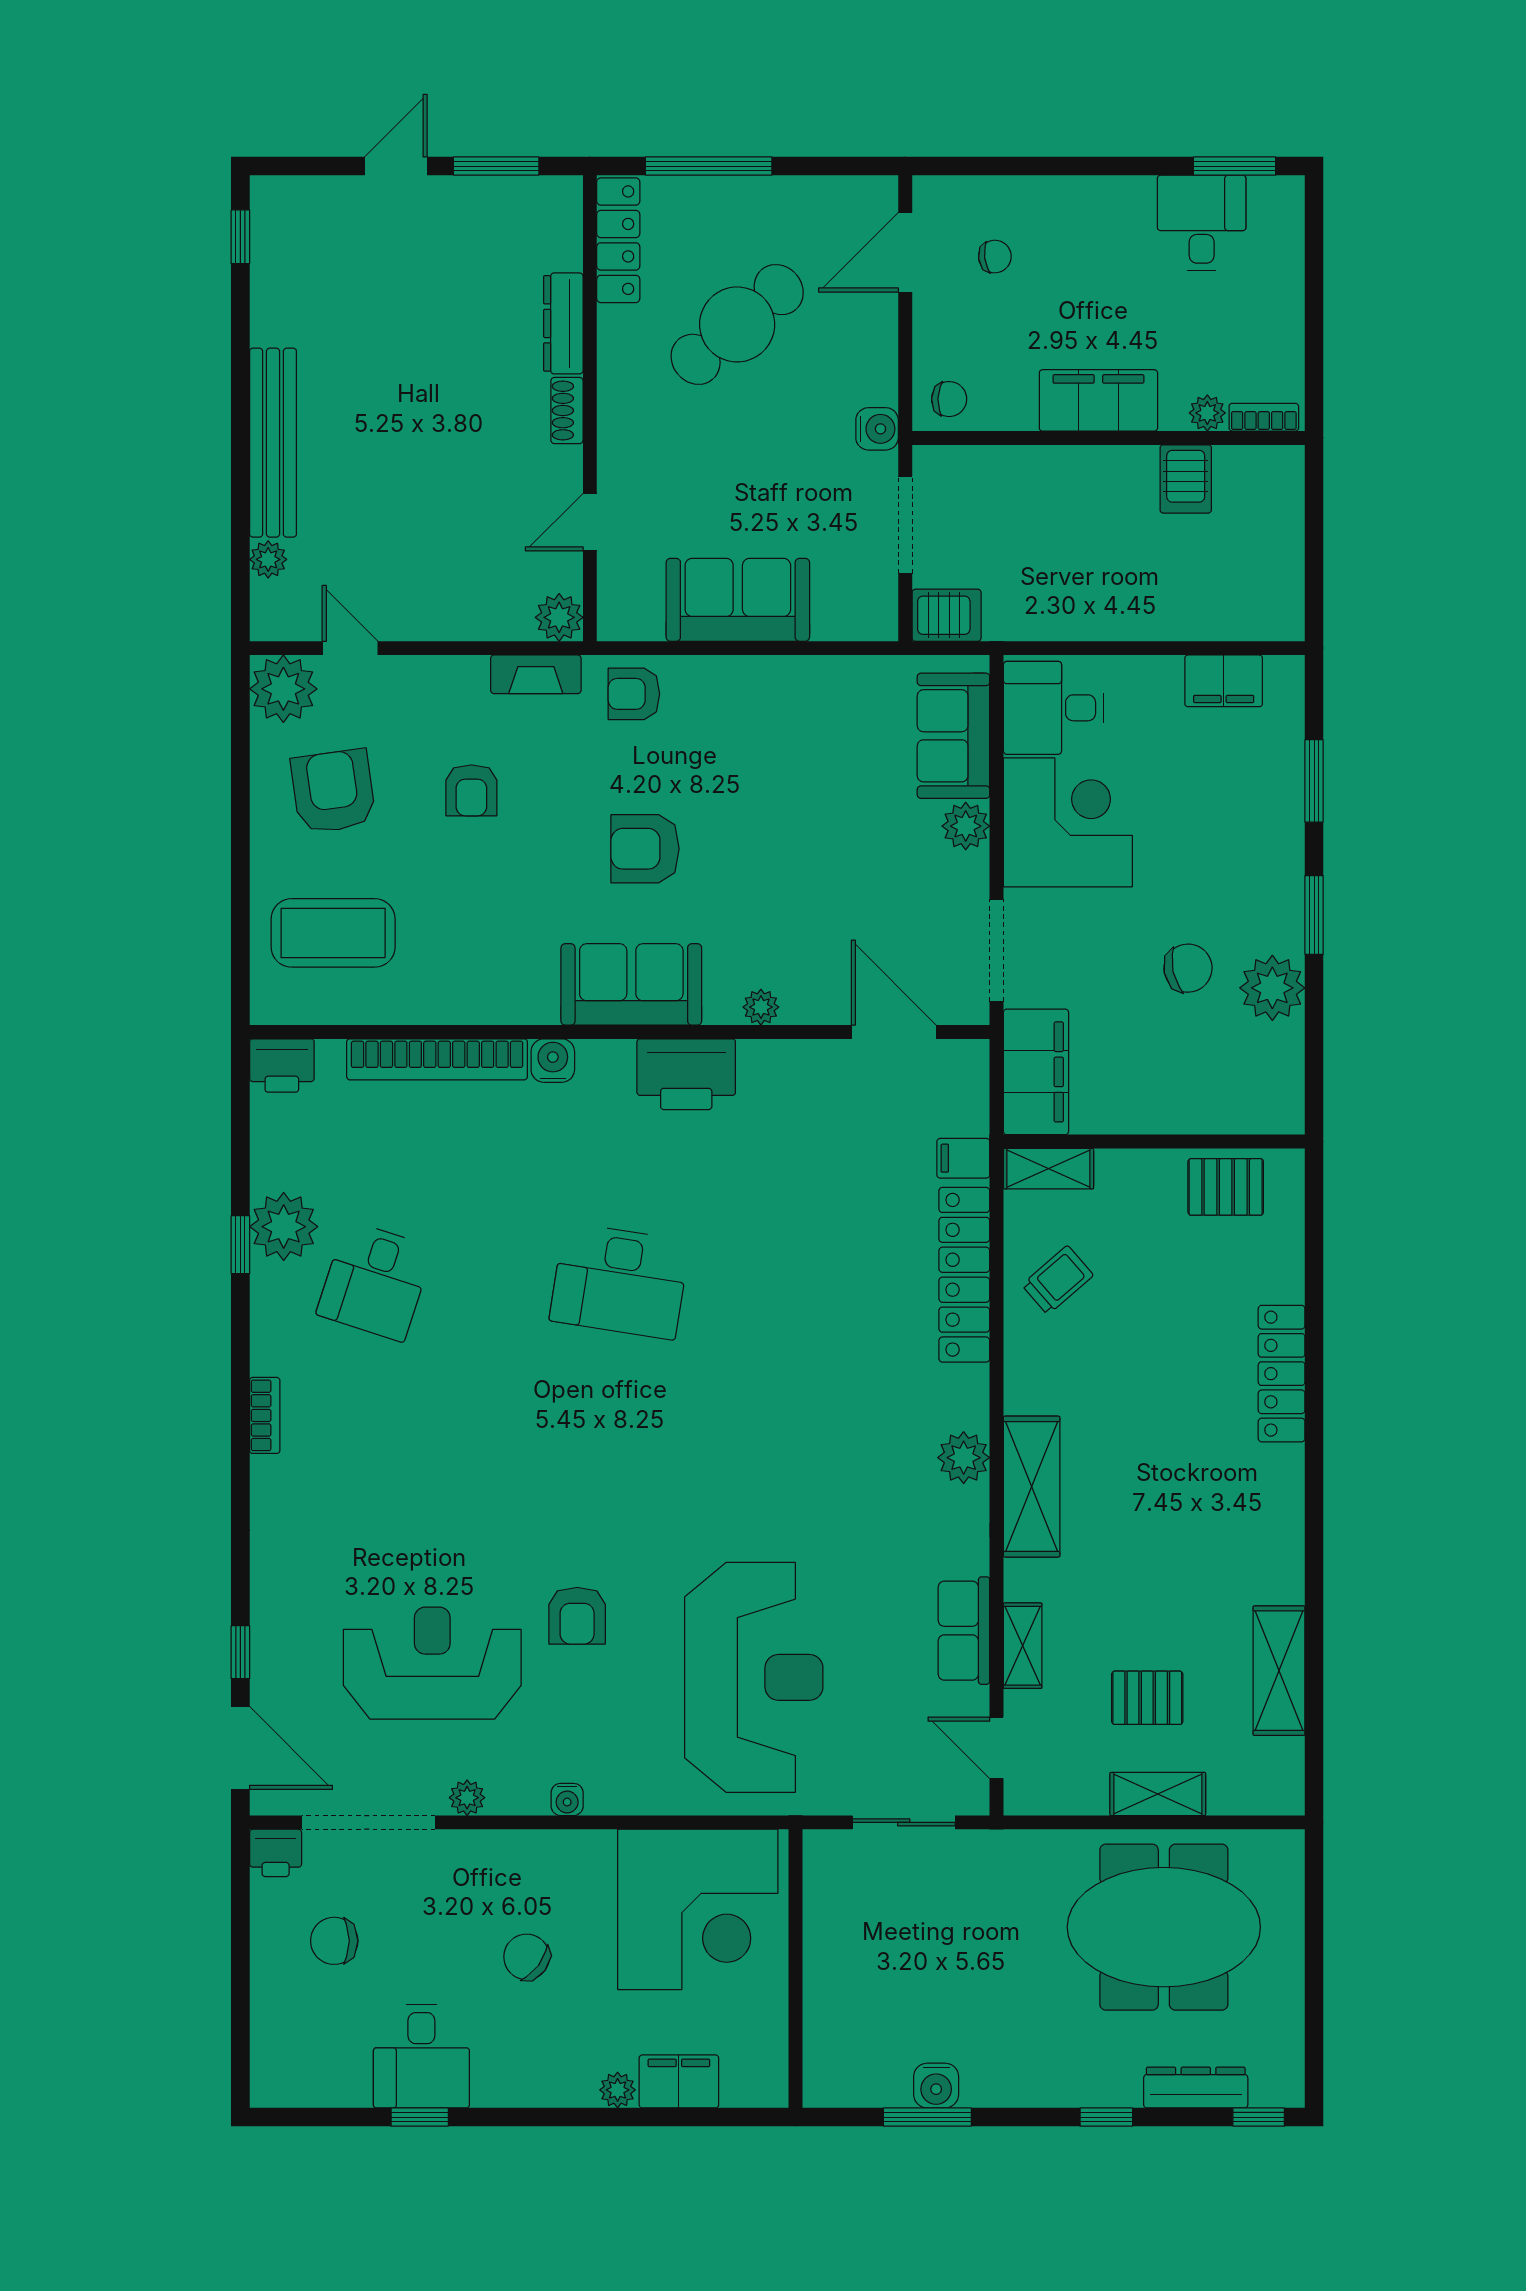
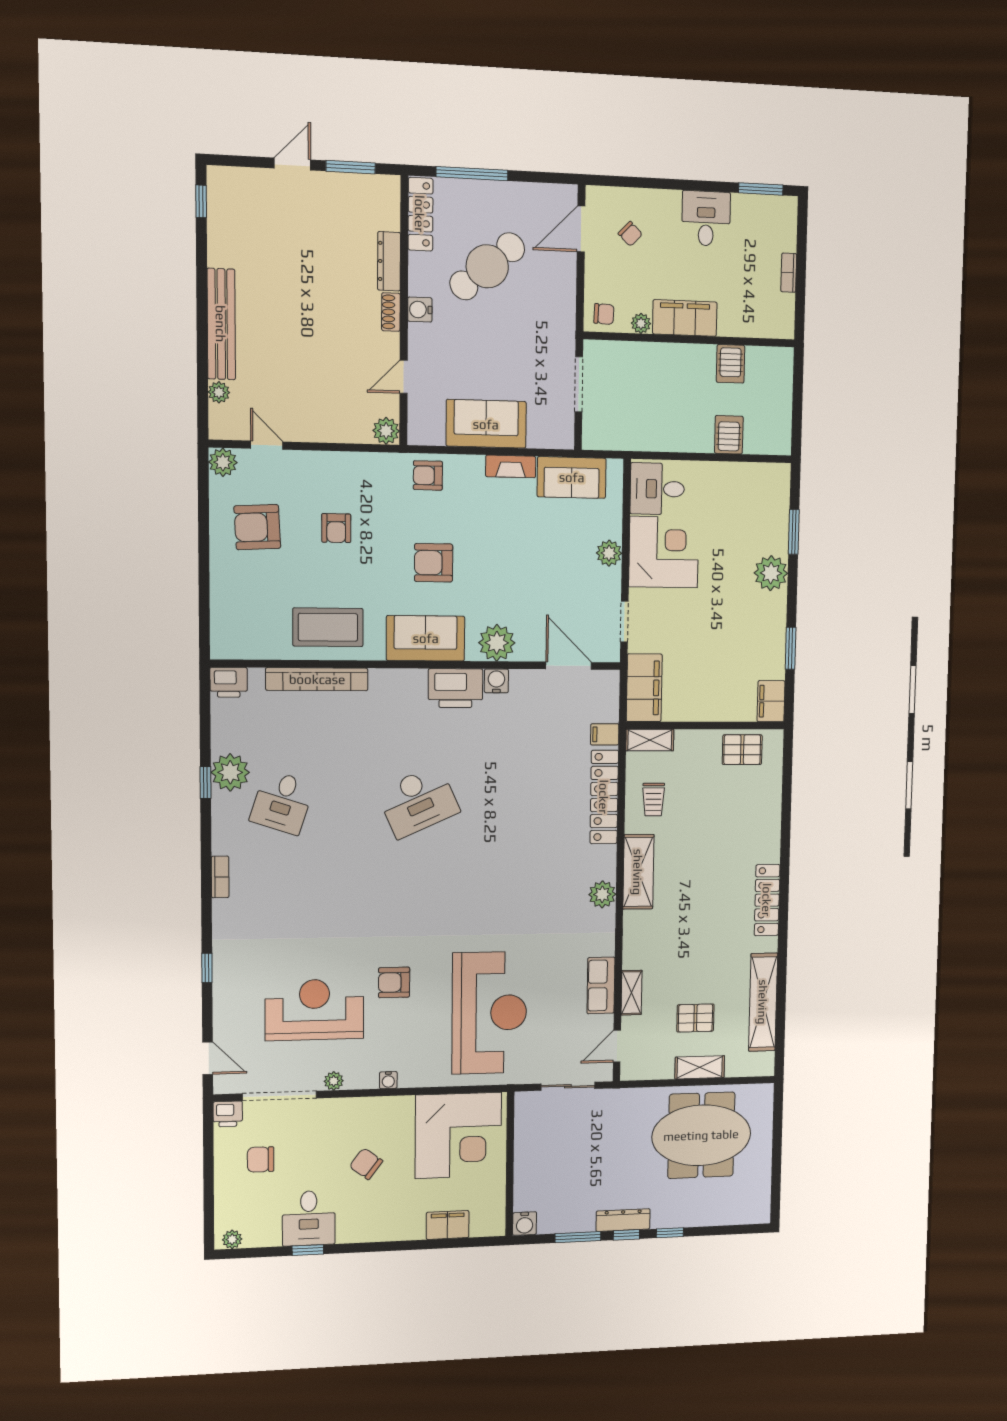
desk: (1202, 223) -> (706, 218), moved
chair: (995, 257) -> (630, 234), turned 51
plant: (1207, 413) -> (641, 323), moved
bookcase: (1264, 417) -> (789, 273), moved, turned -90
water cooler: (877, 429) -> (420, 310), moved, turned 180
server rack: (947, 615) -> (729, 435), moved, turned -90
fireplace: (536, 674) -> (511, 466), moved
filing cabinet: (1224, 681) -> (771, 701), moved, turned 90
plant: (283, 689) -> (223, 462), width x0.73, depth x0.73
sofa: (953, 736) -> (572, 477), moved, turned -90
armchair: (333, 791) -> (257, 527), turned -85
window: (1314, 915) -> (791, 648), moved
coffee table: (333, 933) -> (328, 627), moved
doorway: (997, 950) -> (624, 622), width x0.73
chair: (1188, 968) -> (725, 632), removed
plant: (1272, 988) -> (771, 573), moved
plant: (761, 1007) -> (497, 643), width x1.87, depth x1.87
water cooler: (553, 1061) -> (496, 681), moved
trolley: (1058, 1280) -> (653, 800), turned 131
desk: (620, 1281) -> (418, 801), turned -33
locker: (1282, 1374) -> (767, 900), moved
shelving: (1032, 1487) -> (638, 872), moved
armchair: (577, 1616) -> (394, 982), turned 90
window: (240, 1652) -> (207, 968), moved
shelving: (1279, 1671) -> (763, 1002), width x1.47
door: (240, 1748) -> (208, 1058), width x0.73
door: (997, 1748) -> (617, 1046), hinge flipped
water cooler: (936, 2086) -> (525, 1224), moved
dresser: (1196, 2088) -> (623, 1220), moved
plant: (618, 2090) -> (232, 1239), moved
window: (1259, 2117) -> (626, 1235), moved

